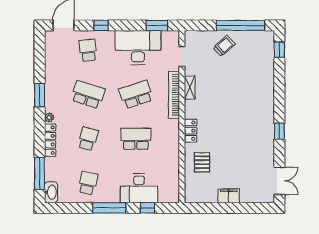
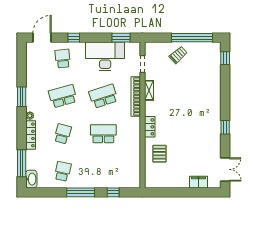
school desk: (88, 95) -> (63, 96), turned -33
desk: (139, 188) -> (106, 176), removed
filing cabinet: (229, 196) -> (199, 182), moved

